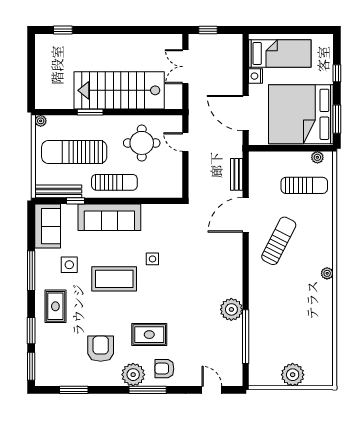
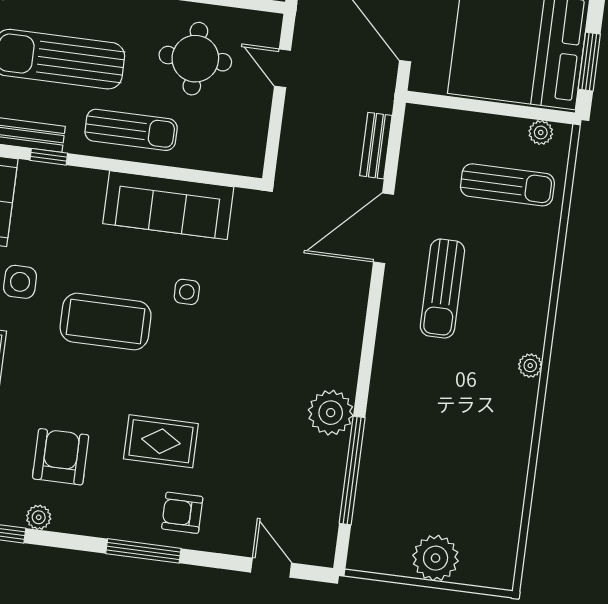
sofa: (109, 217) -> (168, 205), moved
sun lounger: (279, 241) -> (442, 289), turned 153
plant: (133, 375) -> (39, 517), moved, width x0.53, depth x0.53

